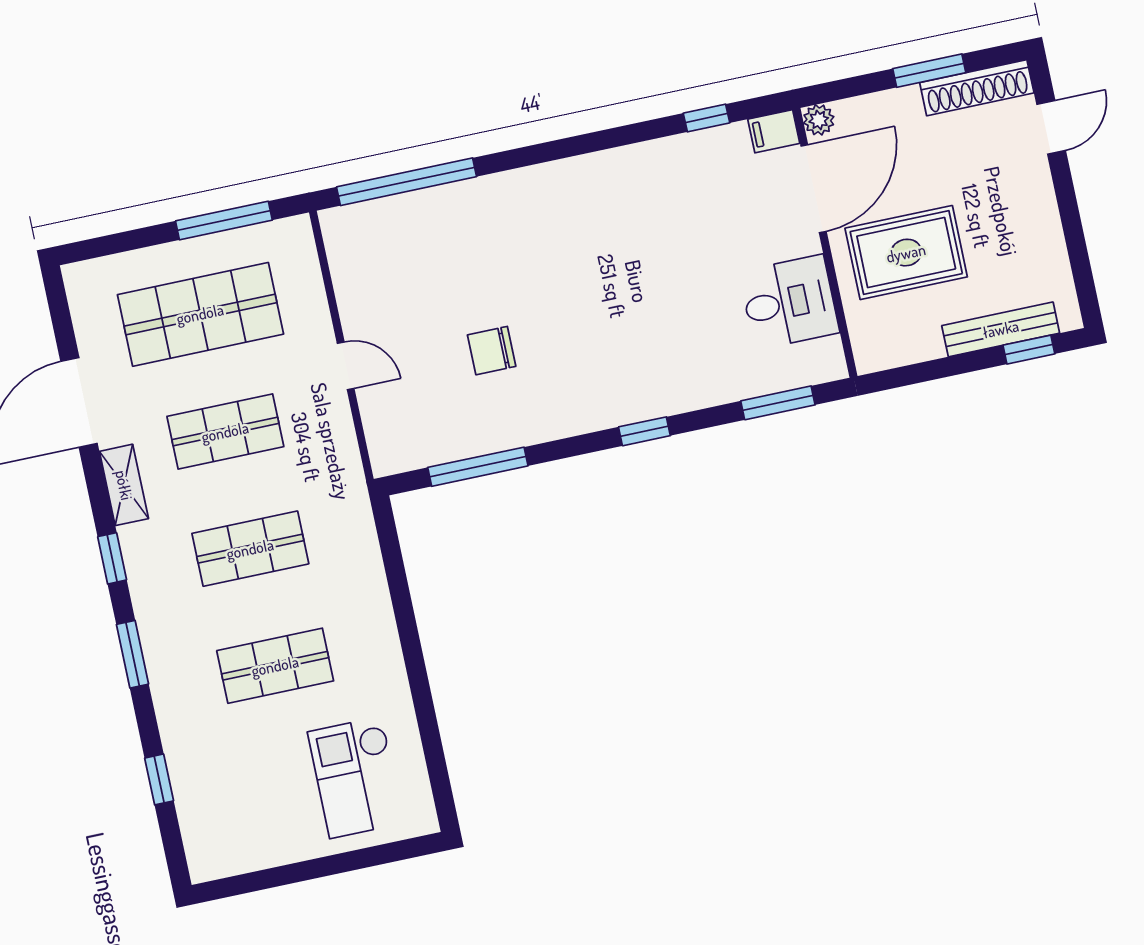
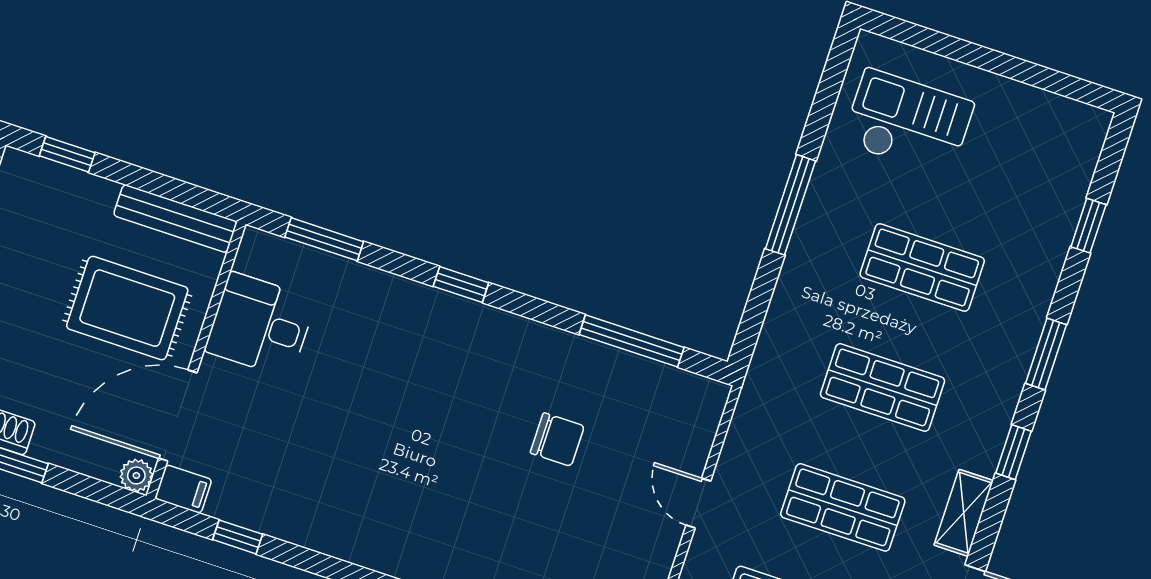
bench: (1001, 329) -> (175, 219), moved
window: (413, 654) -> (790, 205), added
checkout: (356, 777) -> (908, 123), turned -90

